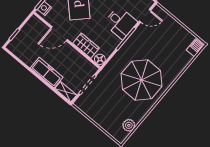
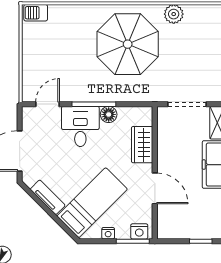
door: (145, 16) -> (48, 104), hinge flipped
floor lamp: (100, 59) -> (109, 114), moved
plant: (129, 125) -> (174, 14), moved

